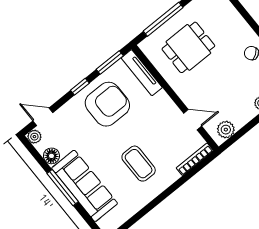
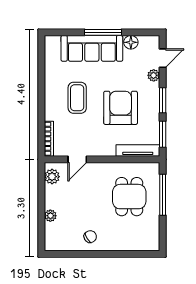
window: (80, 87) -> (163, 100), width x1.50
armchair: (107, 104) -> (121, 108), moved, turned 180
plant: (34, 137) -> (154, 75), moved
coffee table: (139, 164) -> (77, 98), turned 90

